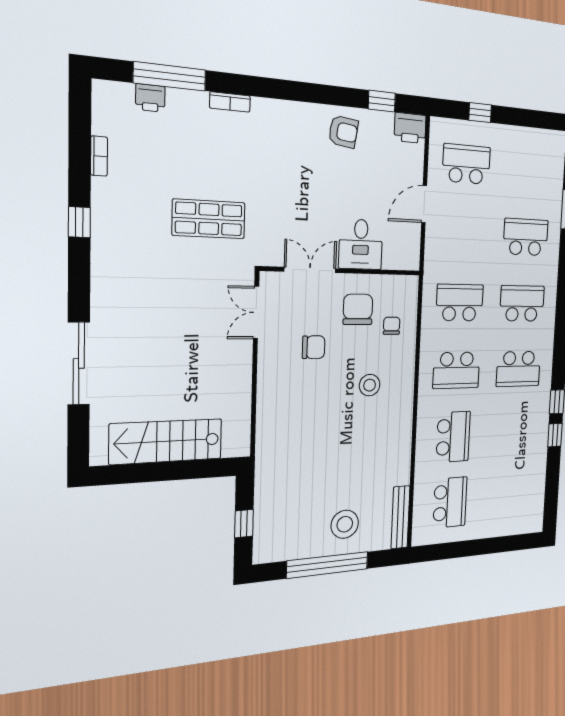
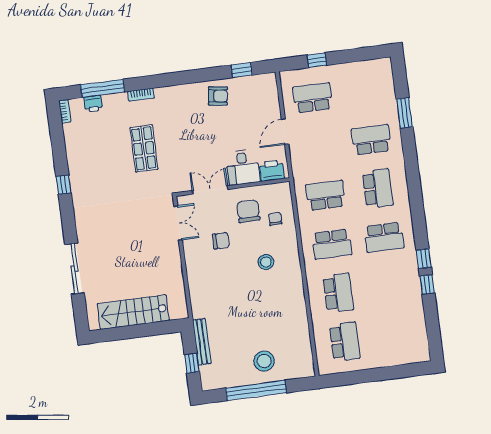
printer: (410, 128) -> (272, 171), moved, turned 180
bookcase: (99, 156) -> (65, 111), moved
shop shelf: (209, 219) -> (144, 148), moved, turned 90
school desk: (522, 303) -> (378, 188), turned 90
double door: (256, 313) -> (178, 223), swing flipped
bench: (400, 517) -> (202, 342), moved

